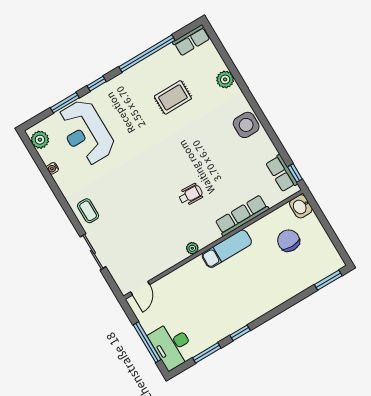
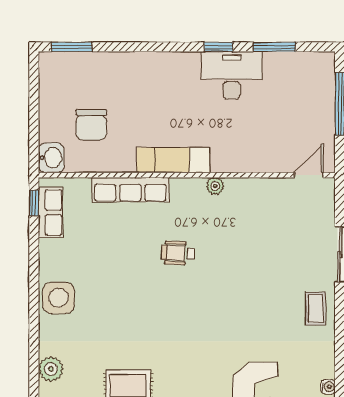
desk: (172, 345) -> (232, 75), moved, turned -90

